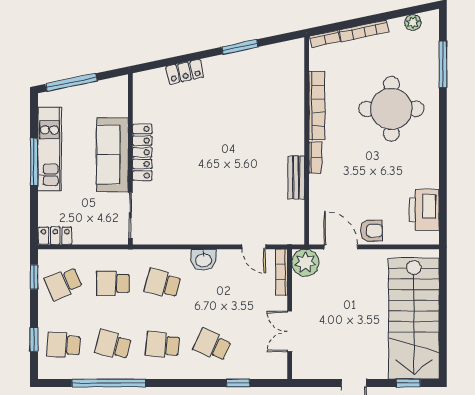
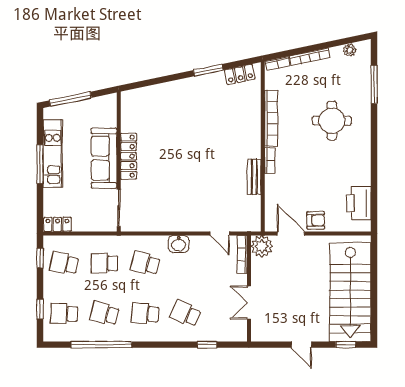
locker: (185, 72) -> (240, 74), moved
round table: (391, 109) -> (332, 121), width x0.73, depth x0.73
school desk: (63, 283) -> (64, 263), turned 36

